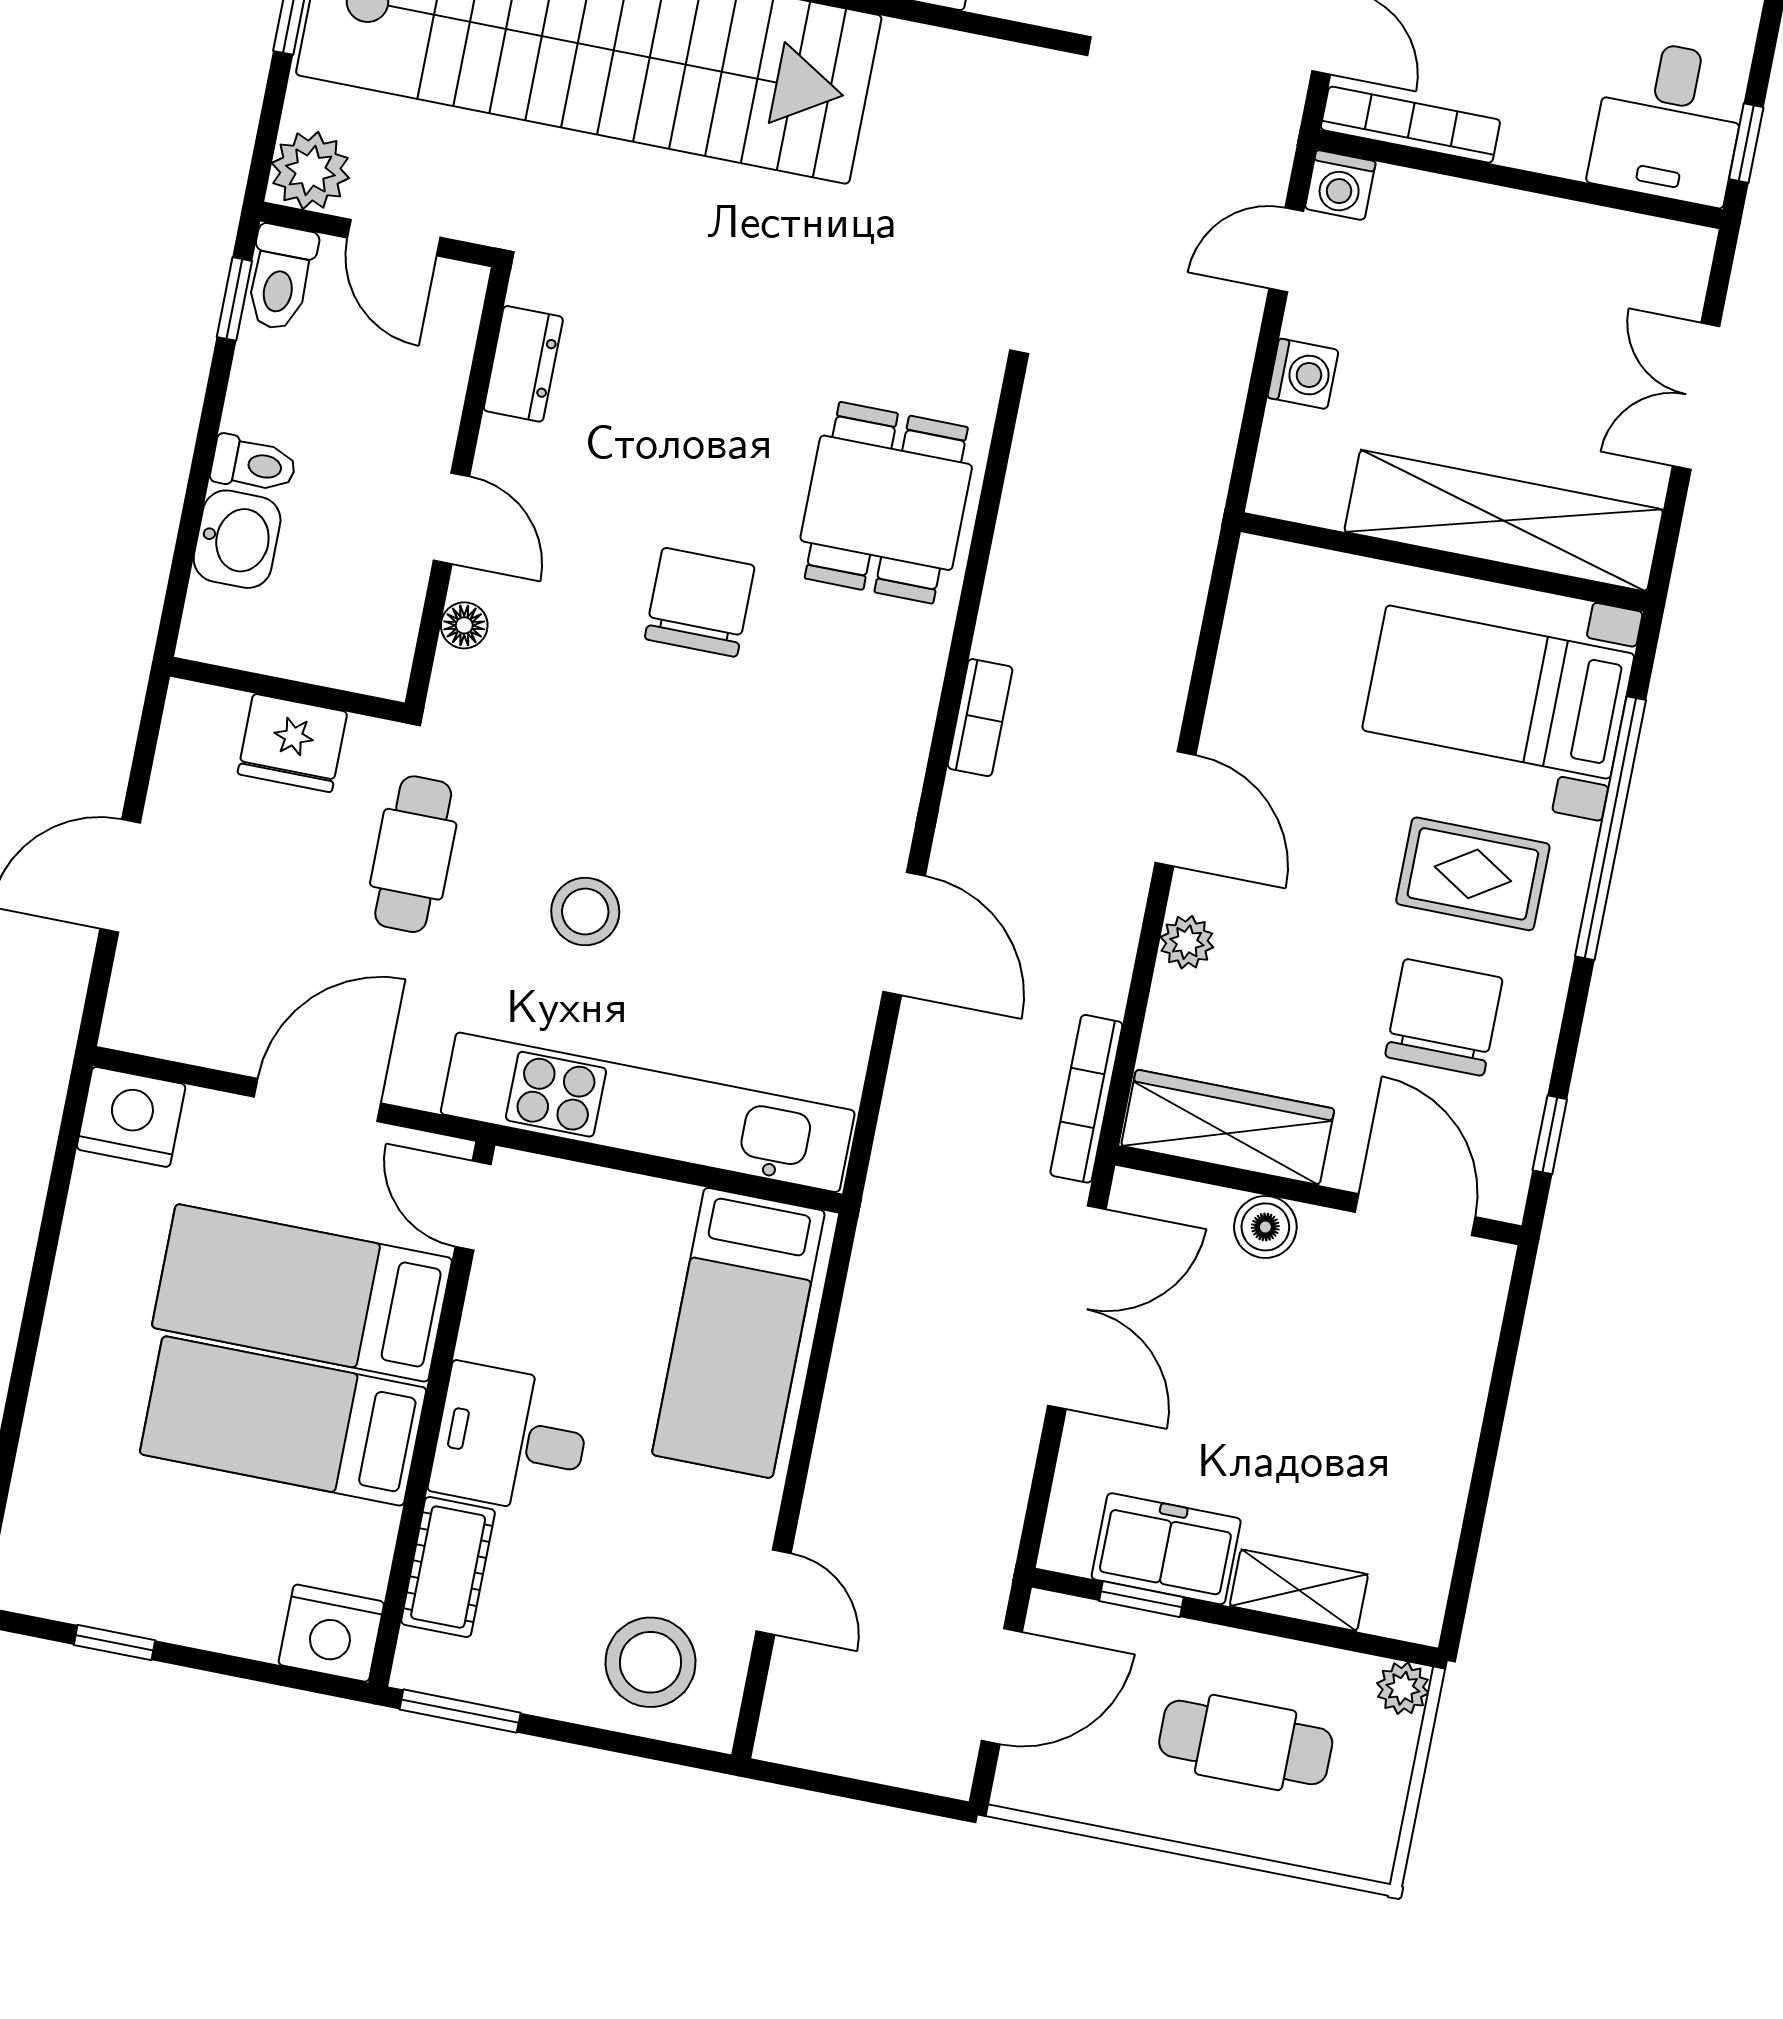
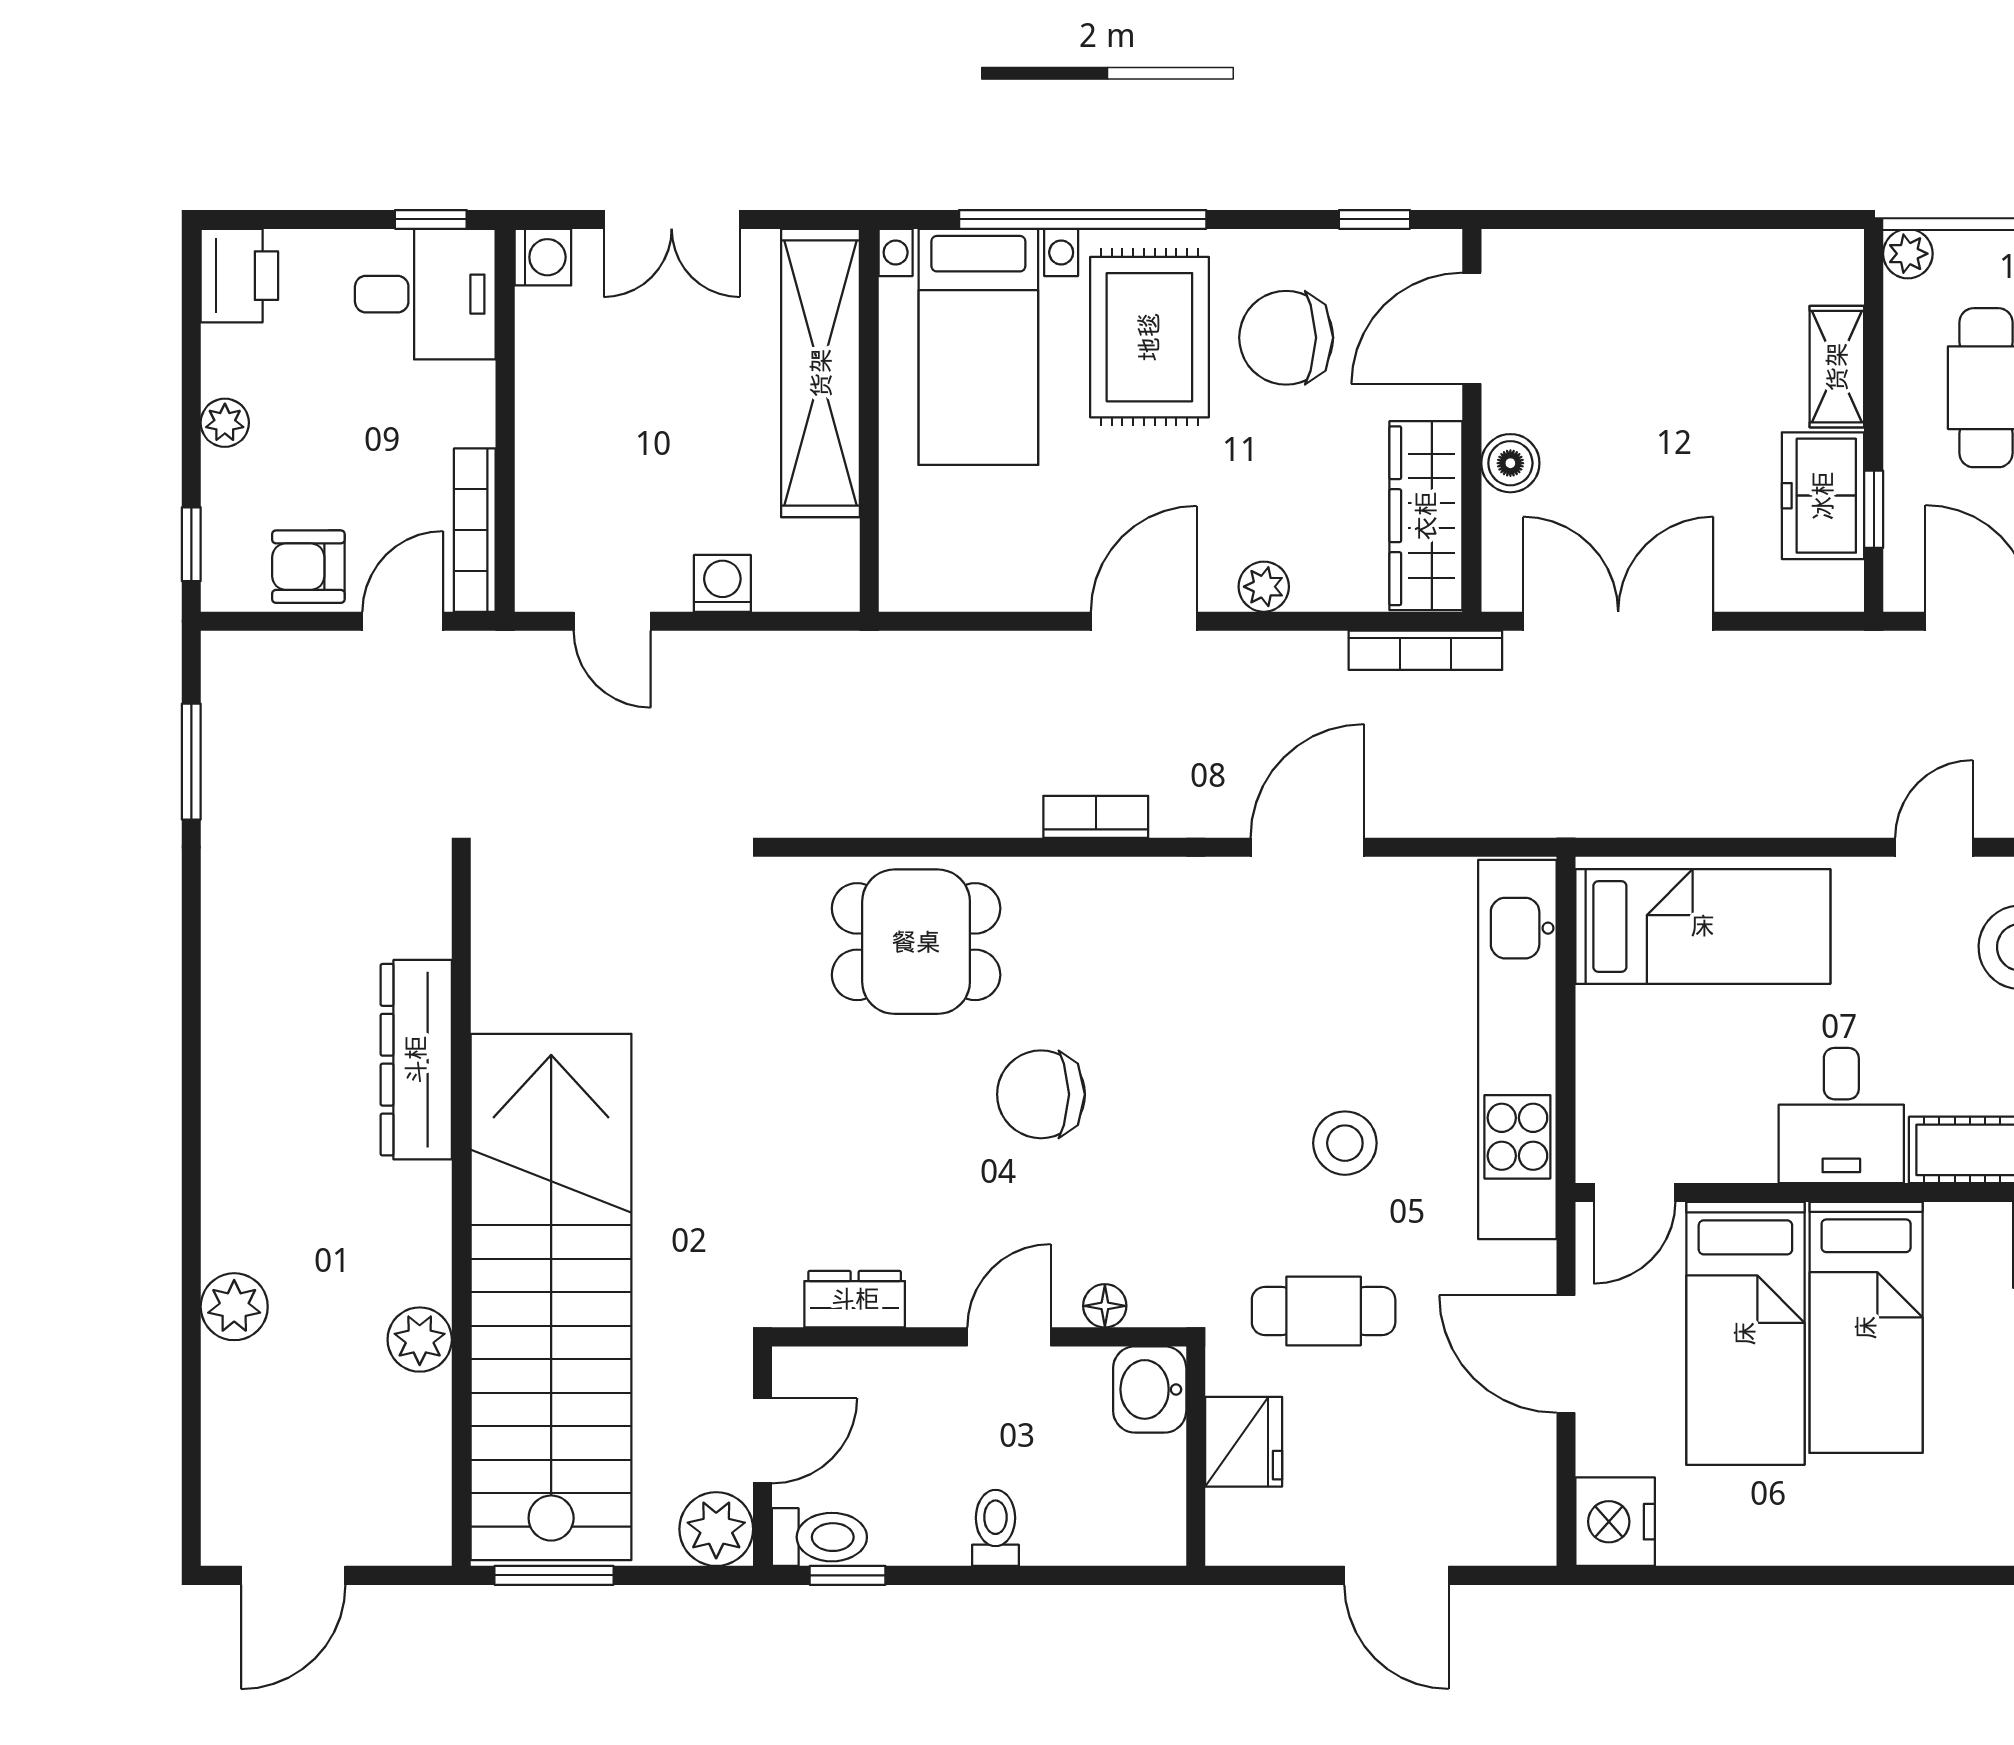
washing machine: (1340, 185) -> (543, 257), moved
washbasin: (237, 539) -> (1150, 1389), moved, turned -90
rug: (1473, 874) -> (1149, 337), width x1.36, depth x1.43

